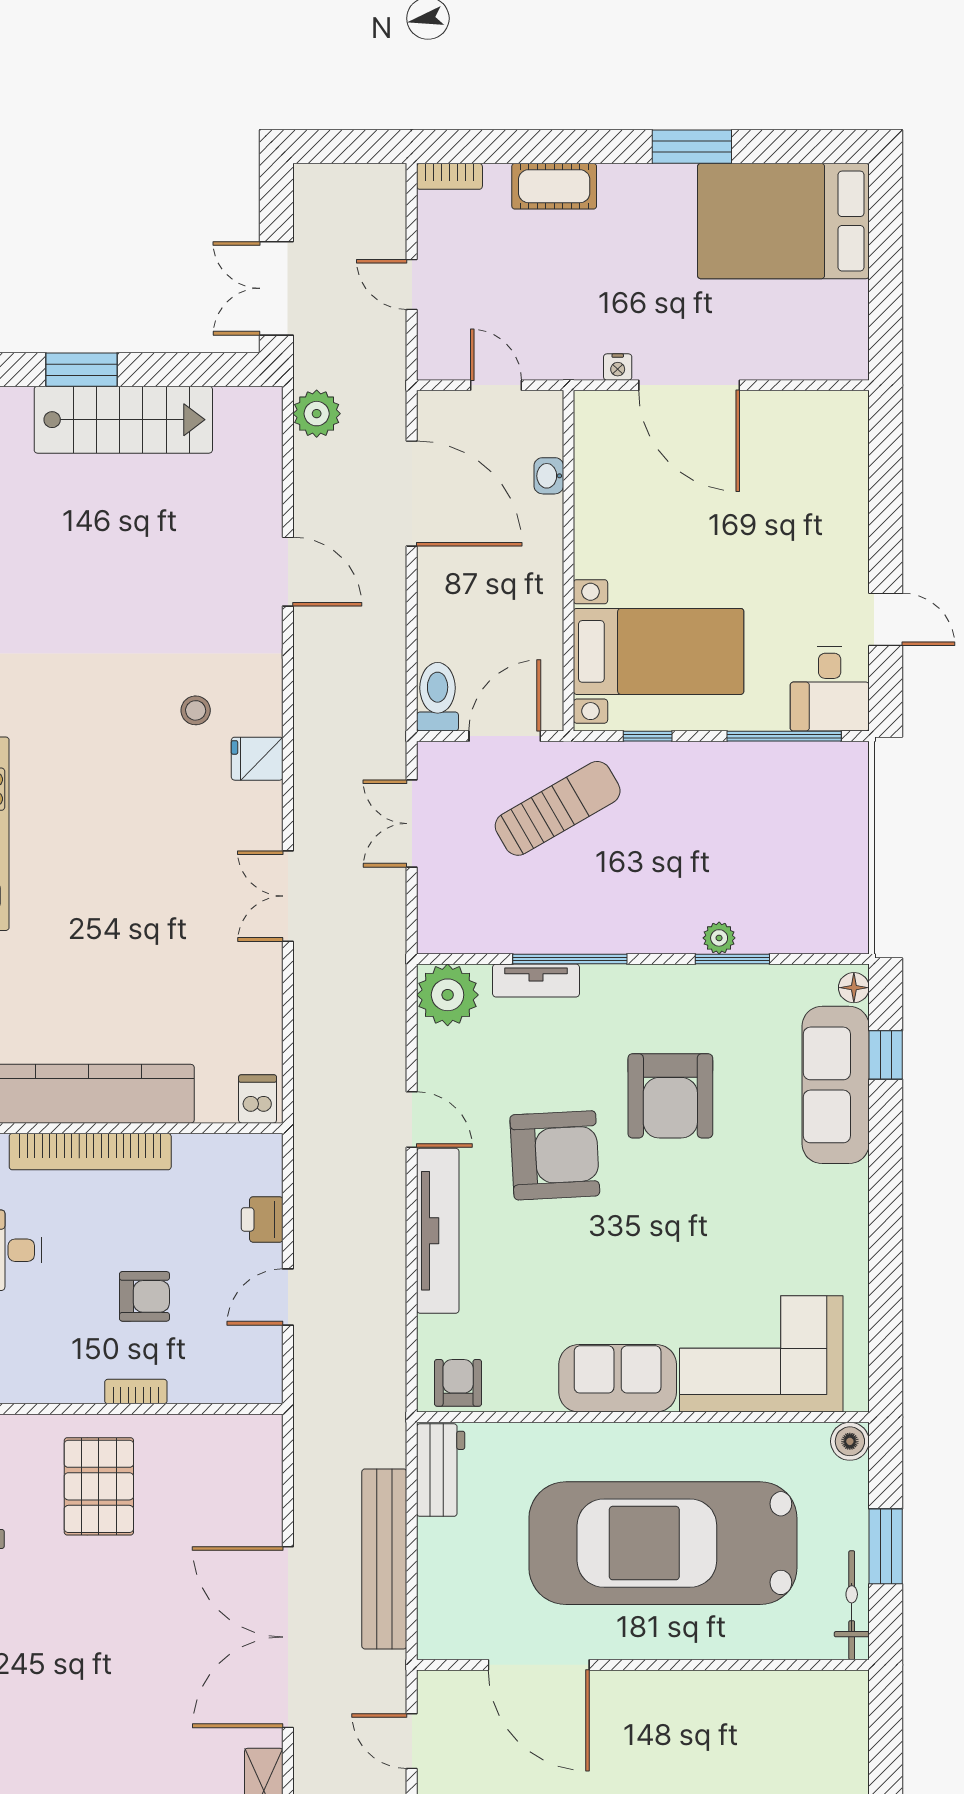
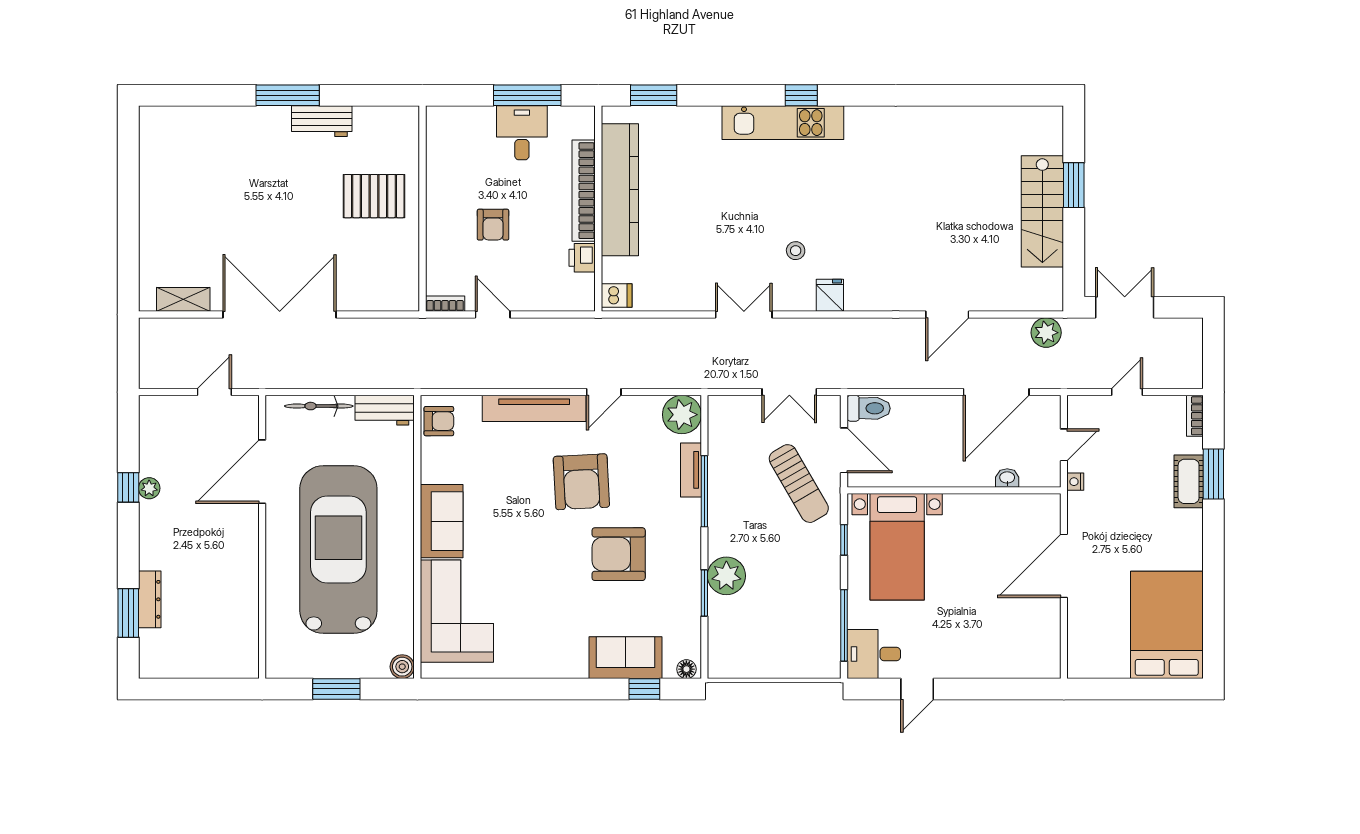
window: (692, 147) -> (1213, 474), moved
nightstand: (618, 367) -> (1075, 482), moved
stool: (196, 710) -> (796, 251), moved
double door: (412, 824) -> (789, 392), swing flipped
plant: (719, 938) -> (726, 576), width x1.88, depth x1.88
sofa: (836, 1085) -> (625, 658), width x0.73
printer: (262, 1219) -> (582, 258), moved, turned -90
bookcase: (136, 1392) -> (445, 304), moved, turned -90
bench: (384, 1559) -> (328, 375), removed
bicycle: (852, 1605) -> (319, 406), moved, turned 180

